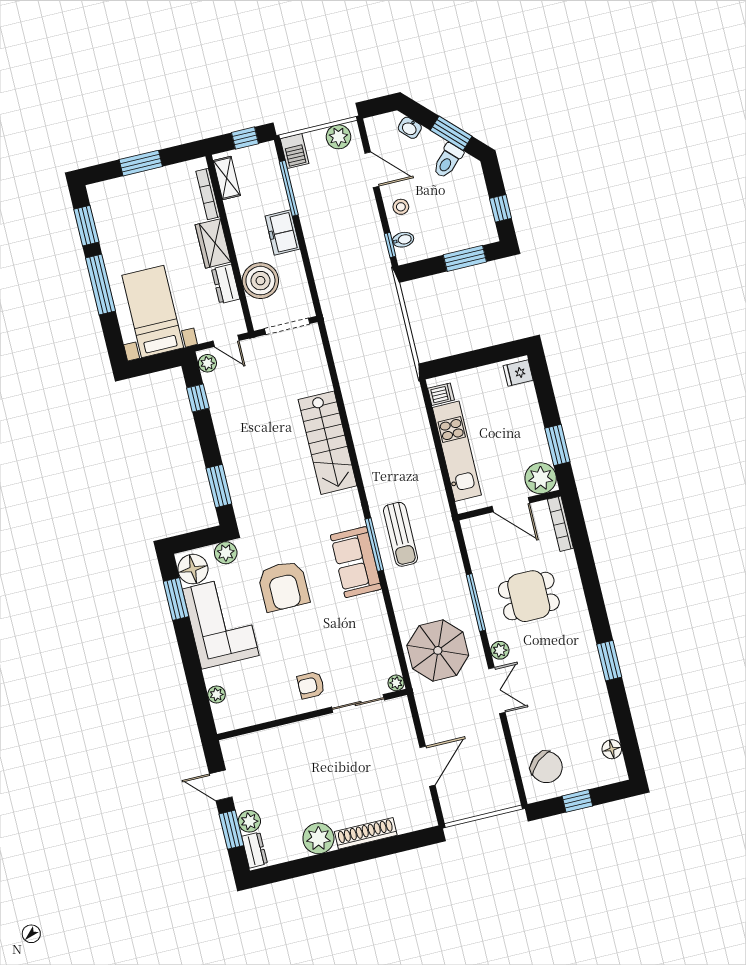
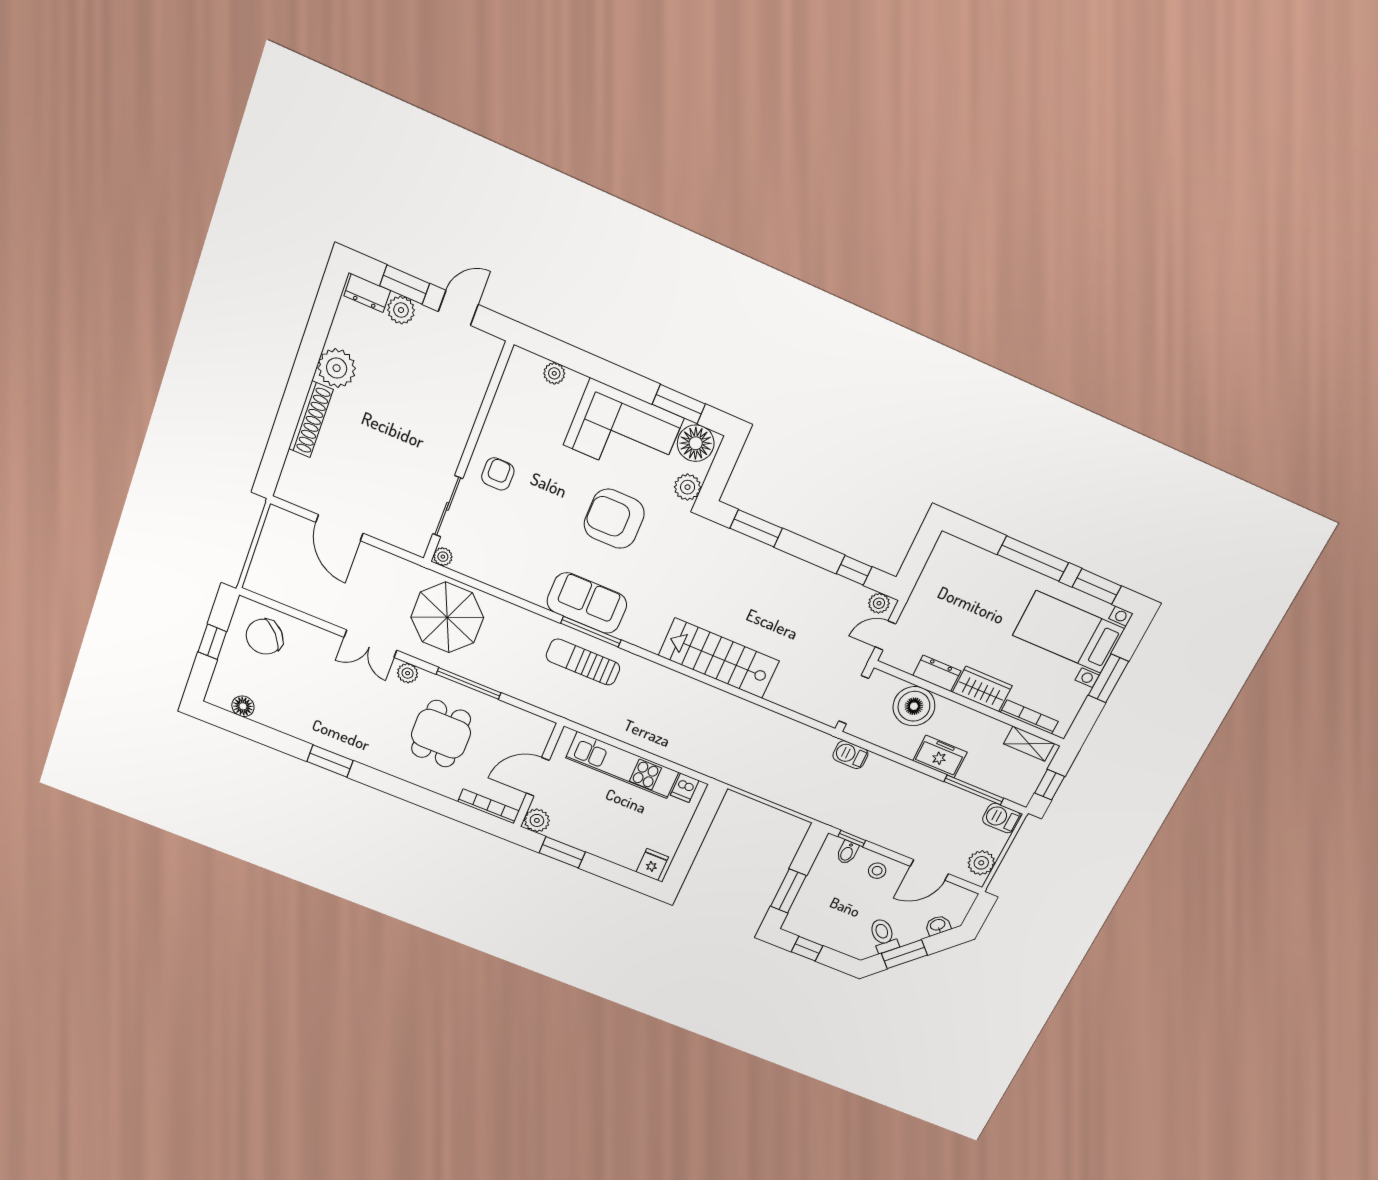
barbecue: (328, 296) -> (850, 755), added
bed with nightstands: (153, 311) -> (1069, 632), moved, turned 180
plant: (541, 478) -> (537, 820), width x0.73, depth x0.73

